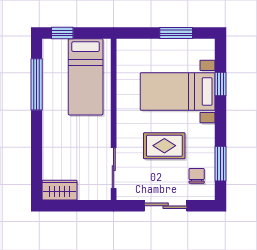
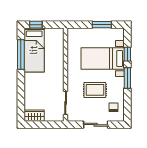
bed: (86, 77) -> (34, 50), moved
window: (220, 164) -> (127, 78), moved

